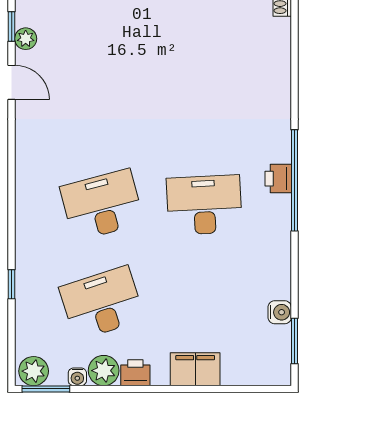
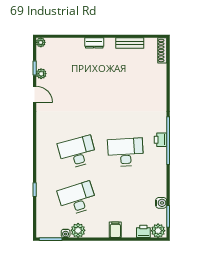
filing cabinet: (195, 369) -> (115, 230), width x0.50
plant: (34, 371) -> (158, 231), moved
printer: (135, 373) -> (143, 231), moved

